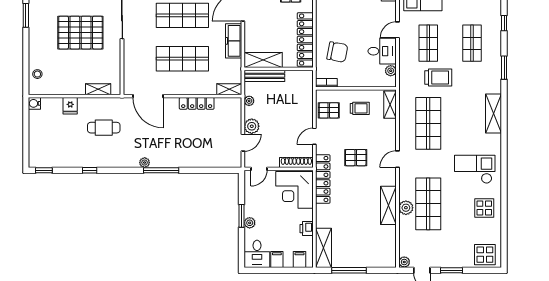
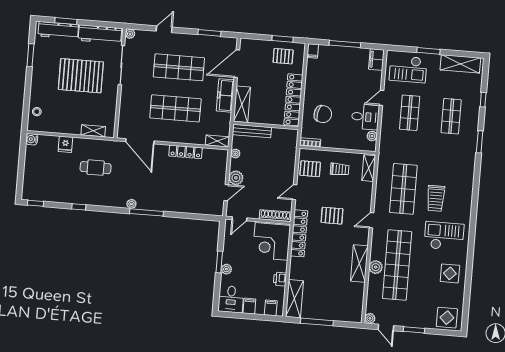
shelving: (263, 60) -> (242, 104), moved, turned 90
trolley: (438, 78) -> (436, 198), moved, turned 90
shelving: (494, 113) -> (466, 185), removed
shop shelf: (428, 204) -> (397, 265), width x1.40

